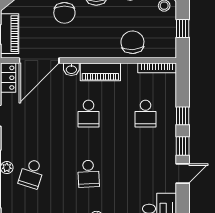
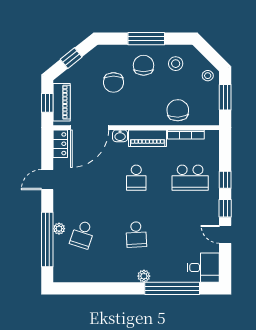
window: (183, 29) -> (225, 97), width x1.50
bookcase: (157, 68) -> (186, 134), moved
school desk: (145, 114) -> (190, 178), width x1.85
door: (183, 174) -> (225, 234), swing flipped

